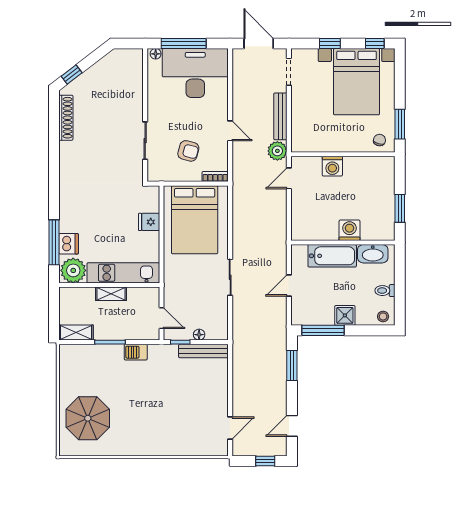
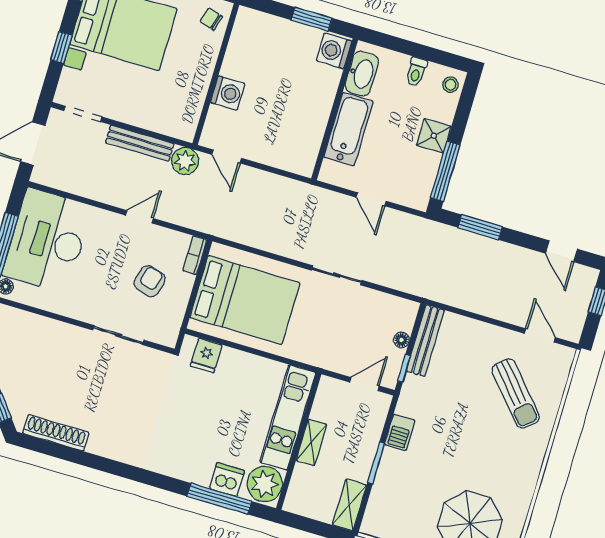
fridge: (149, 222) -> (206, 355), moved
washing machine: (350, 230) -> (334, 51), moved
sun lounger: (186, 423) -> (516, 393), added

